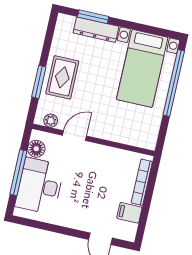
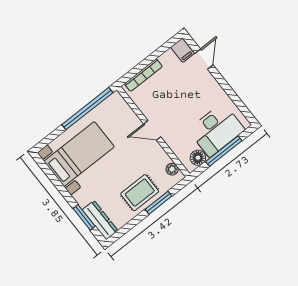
dresser: (96, 30) -> (100, 220), moved
window: (174, 83) -> (87, 109), moved
door: (74, 136) -> (152, 130), moved
filing cabinet: (129, 213) -> (182, 50), moved

